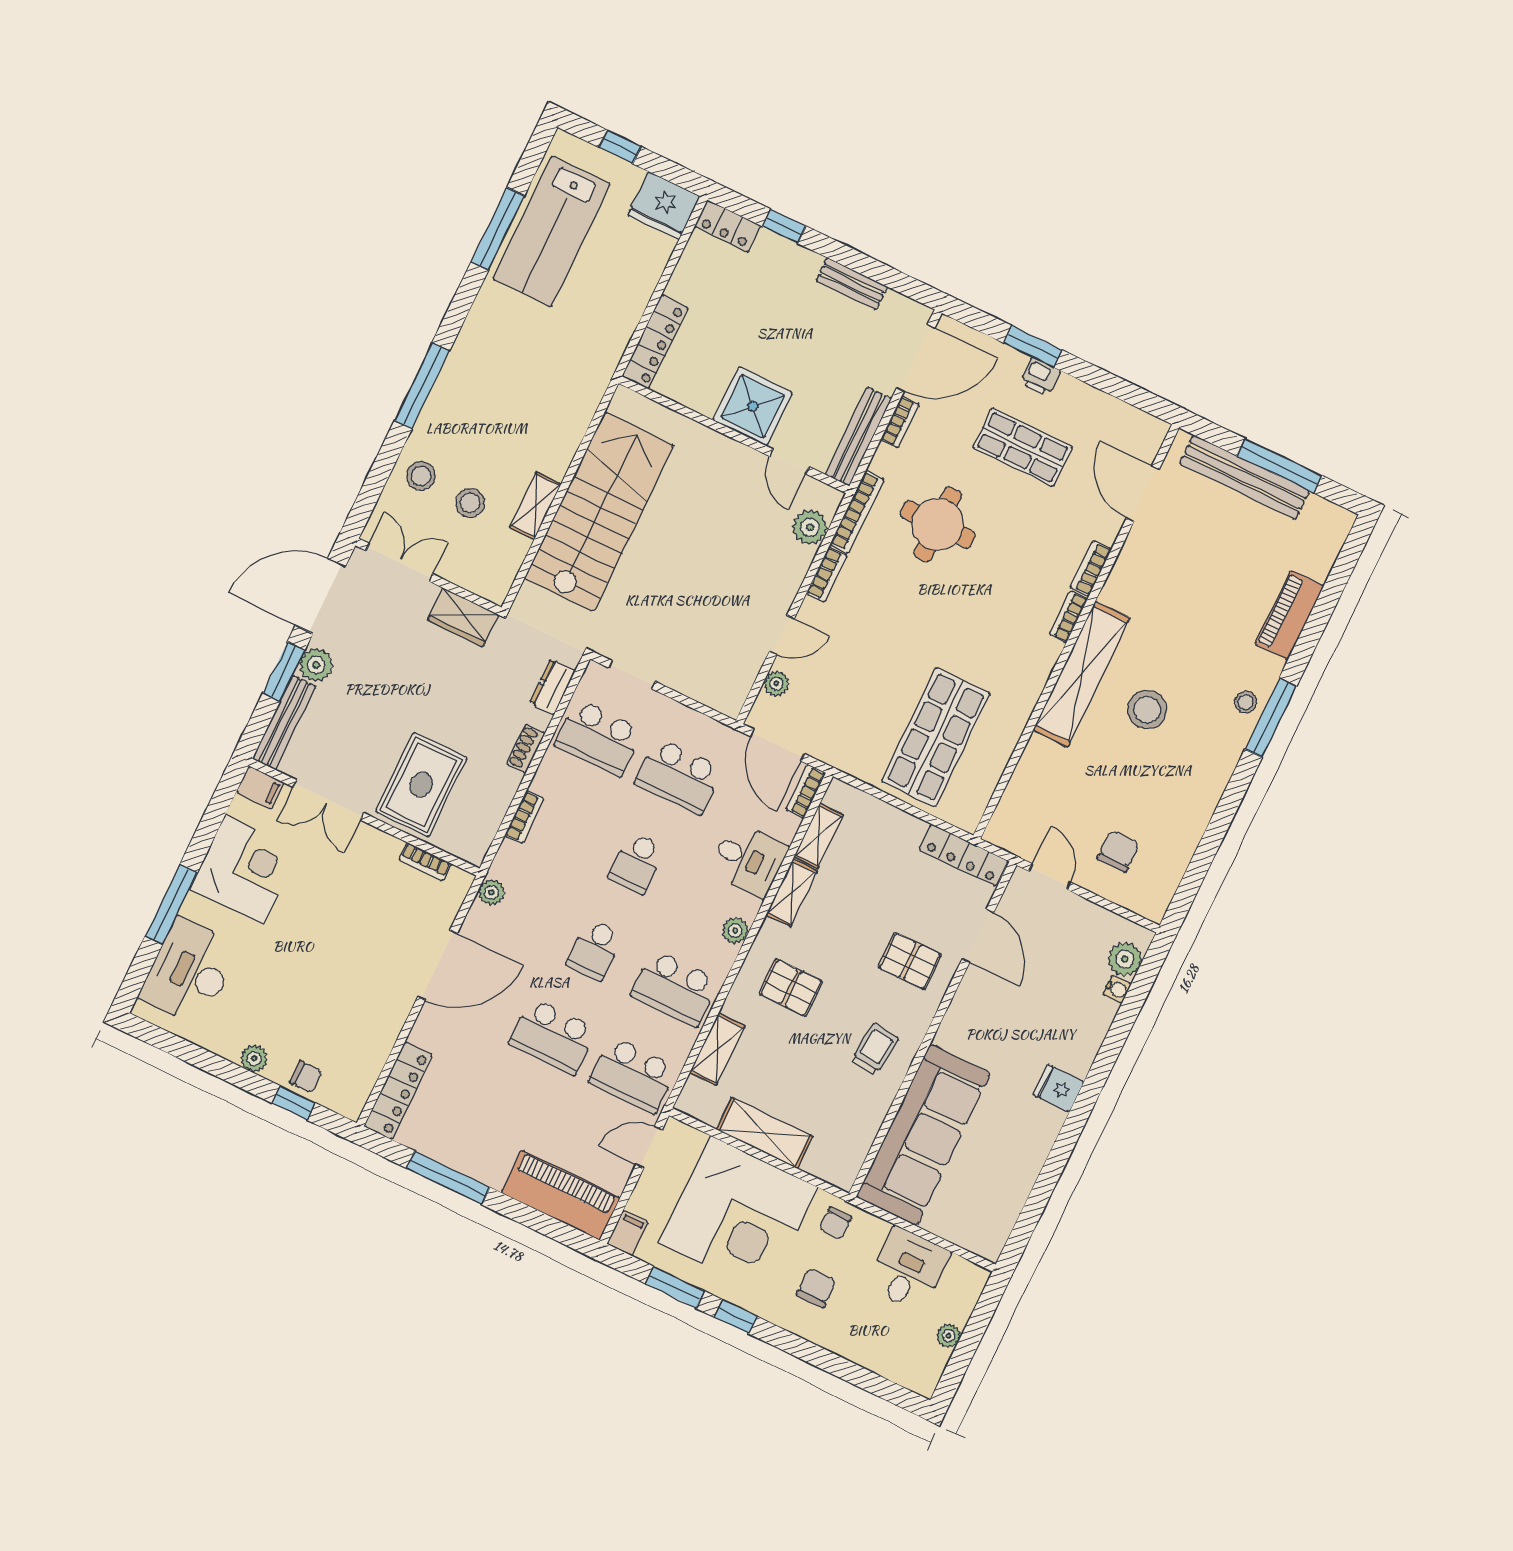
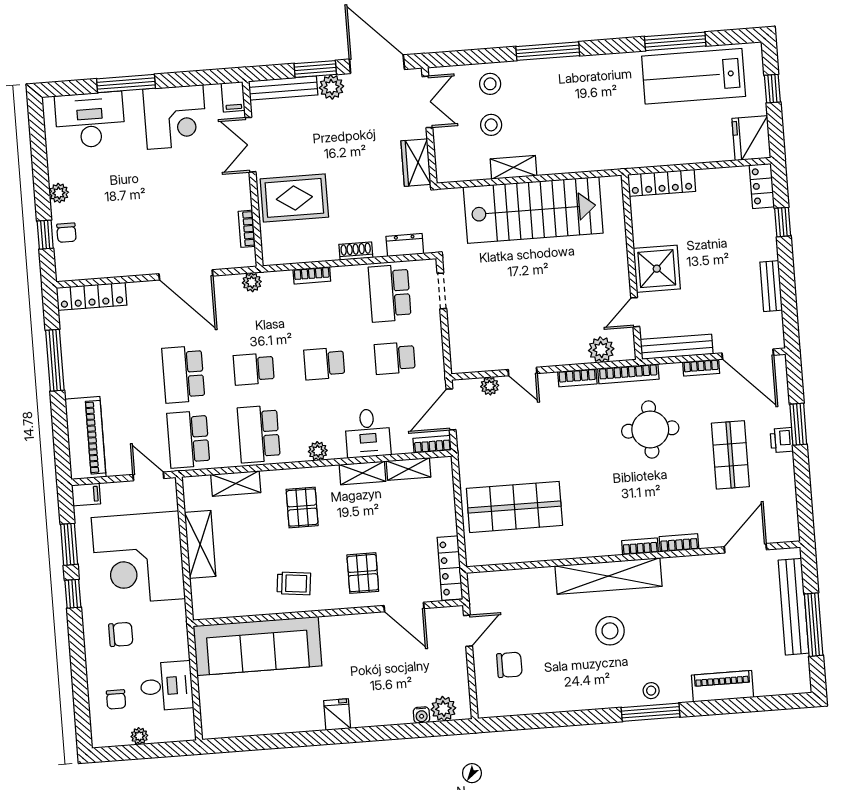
school desk: (679, 776) -> (395, 358), width x0.54
door: (978, 936) -> (404, 607), hinge flipped
chair: (836, 1223) -> (116, 699), moved, turned -90

